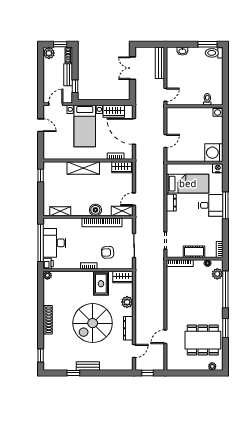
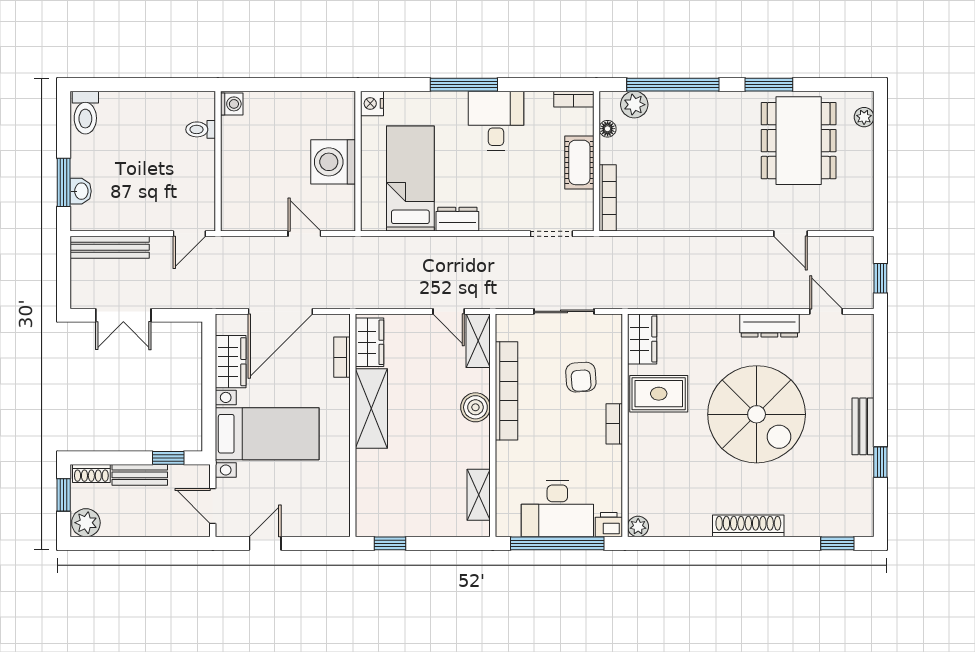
window: (208, 44) -> (64, 182), moved
door: (165, 95) -> (189, 234), swing flipped
washing machine: (214, 153) -> (333, 162), moved, turned 90
shelving: (83, 168) -> (371, 409), moved
desk: (211, 205) -> (496, 121), moved
plant: (127, 302) -> (704, 329), removed

